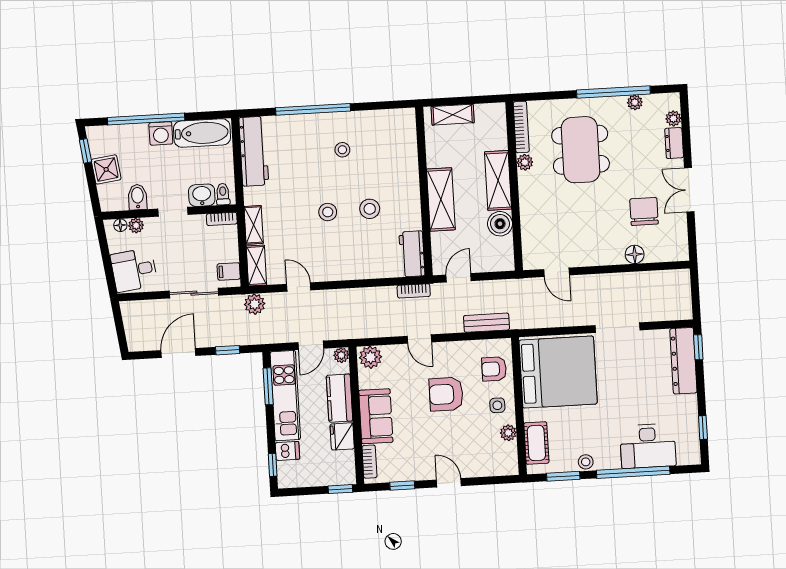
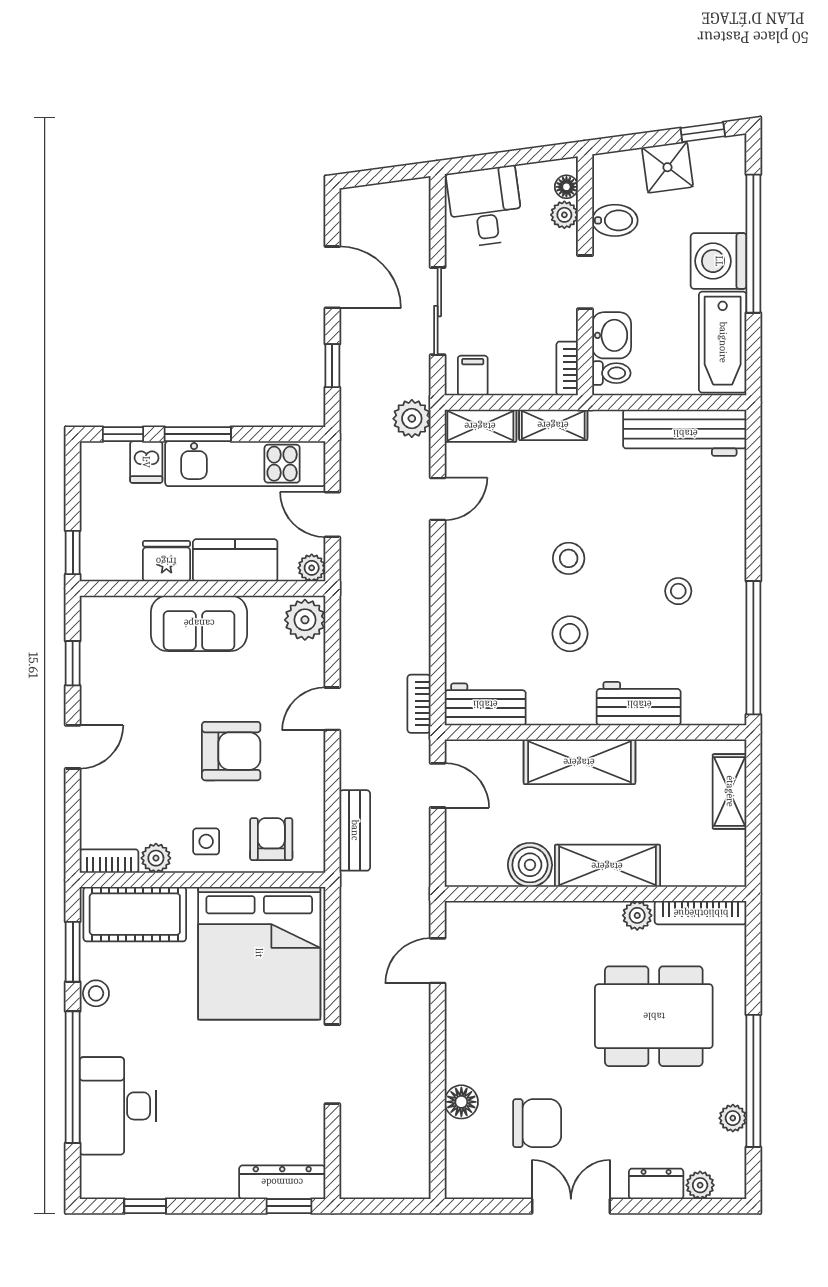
window: (313, 109) -> (753, 648), moved
washing machine: (161, 133) -> (719, 261), width x1.37, depth x1.37
workbench: (407, 168) -> (639, 704), added
dresser: (683, 361) -> (282, 1182), width x0.73, depth x0.80
window: (268, 386) -> (198, 434), moved
armchair: (446, 394) -> (231, 751), turned 90
cot: (536, 443) -> (135, 914), width x1.37, depth x1.34
bookcase: (369, 462) -> (109, 861), moved, turned 180

